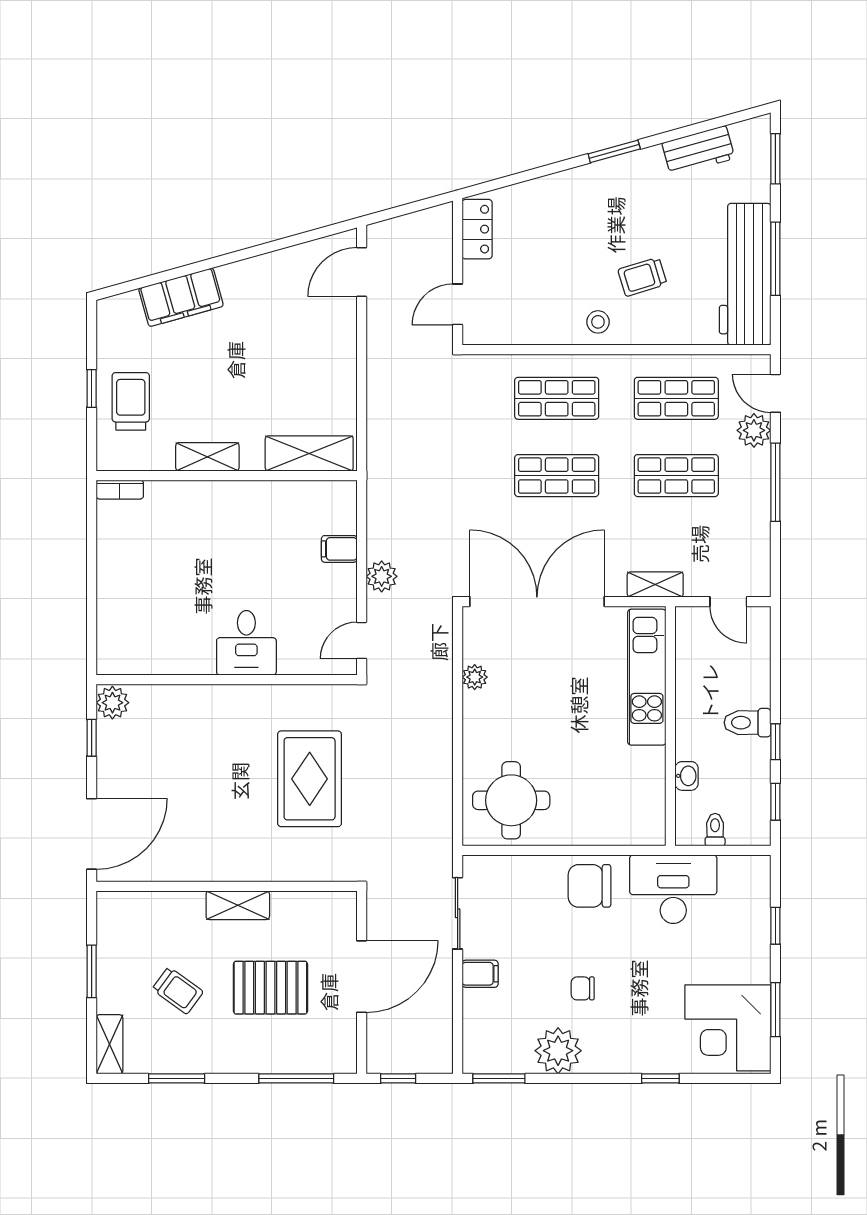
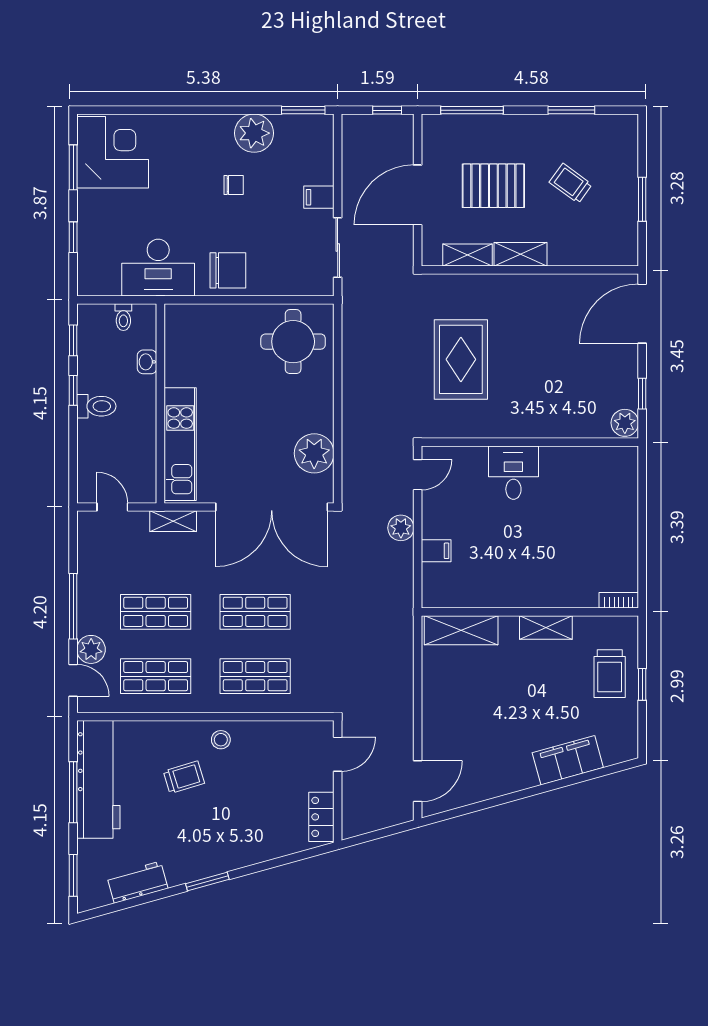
plant: (475, 677) -> (314, 453), width x1.88, depth x1.88
shelving: (109, 1044) -> (468, 255), moved, turned 90
window: (660, 1078) -> (169, 110), removed

